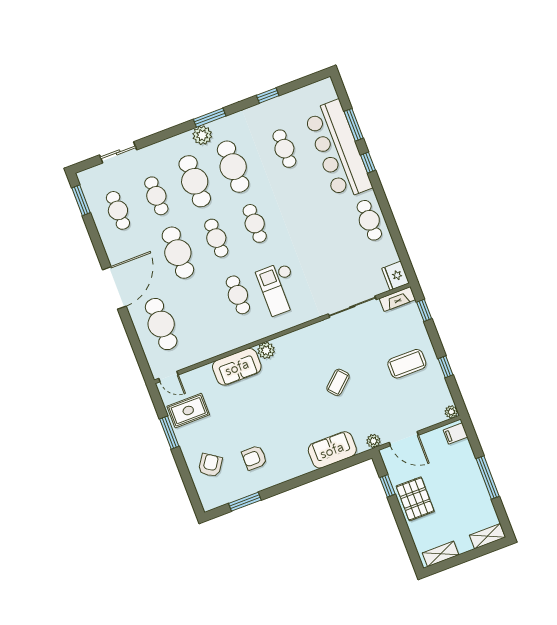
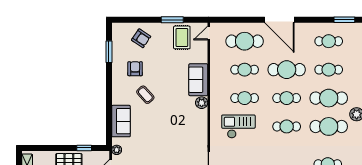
cafe table: (199, 309) -> (245, 70), added
coffee table: (338, 382) -> (145, 95), moved

